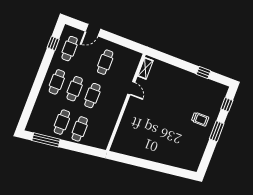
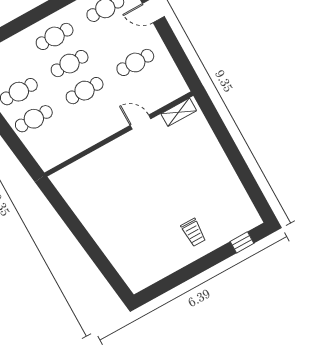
window: (203, 72) -> (247, 178), removed
door: (131, 88) -> (140, 122), swing flipped
window: (217, 131) -> (201, 265), removed

